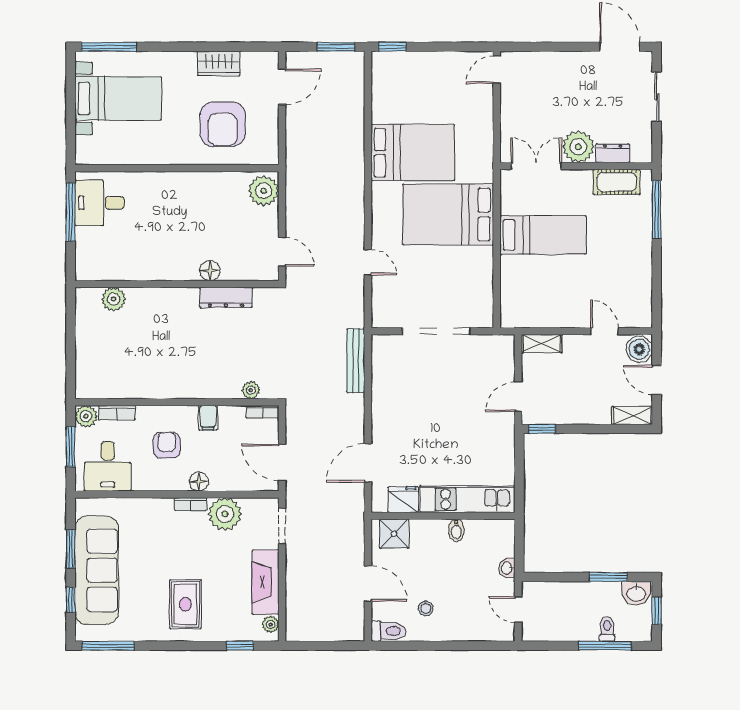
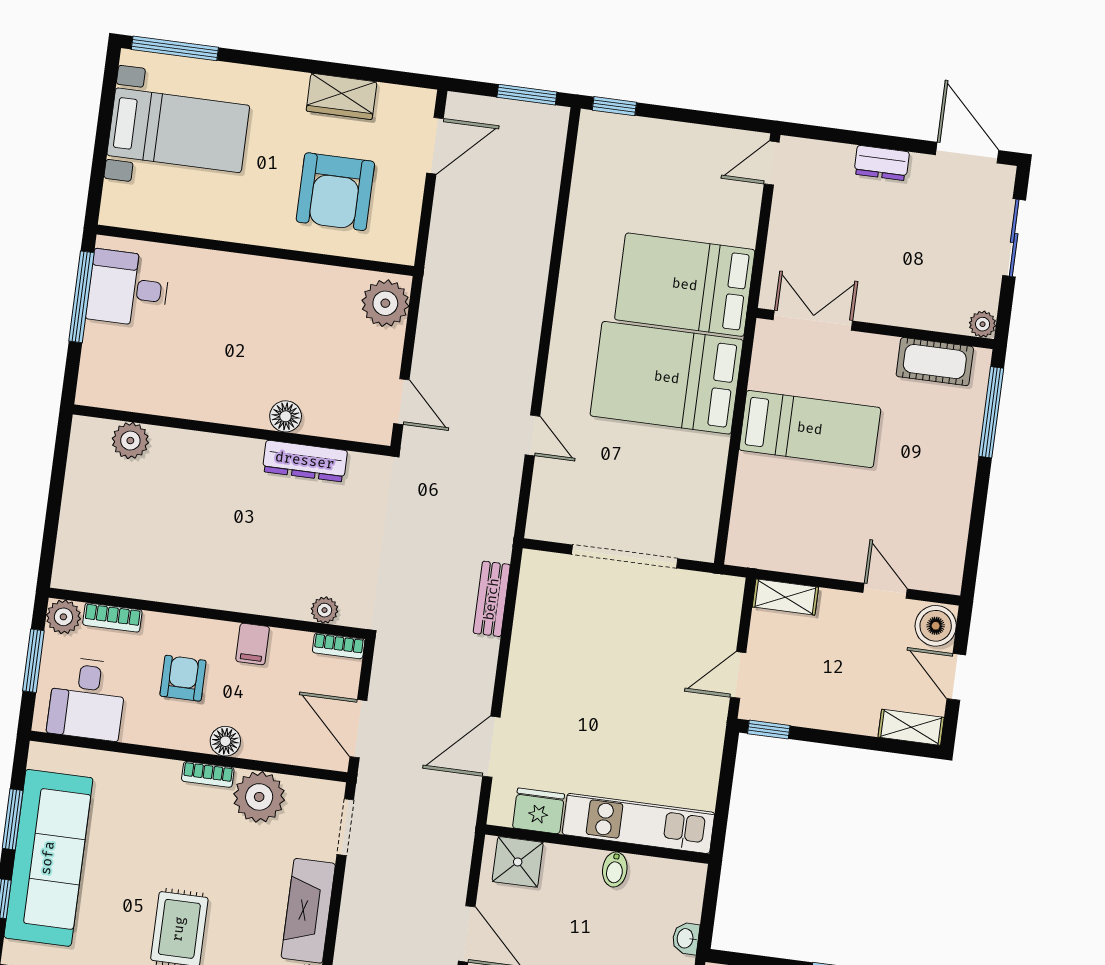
plant: (578, 147) -> (983, 324), moved, width x0.53, depth x0.53
bed: (413, 153) -> (685, 285), moved, turned 180
dresser: (613, 153) -> (882, 163), moved, turned 180
bench: (356, 361) -> (492, 599), width x0.73

